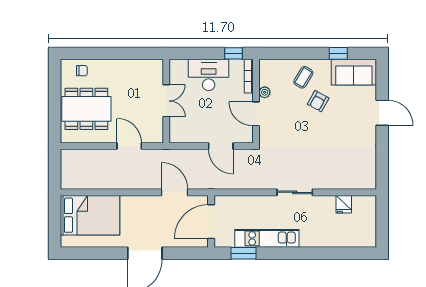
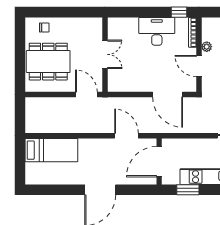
double door: (166, 101) -> (105, 54), moved
wall: (166, 101) -> (105, 55), moved
door: (221, 146) -> (168, 95), width x1.36
bed: (90, 215) -> (51, 150), width x0.67

